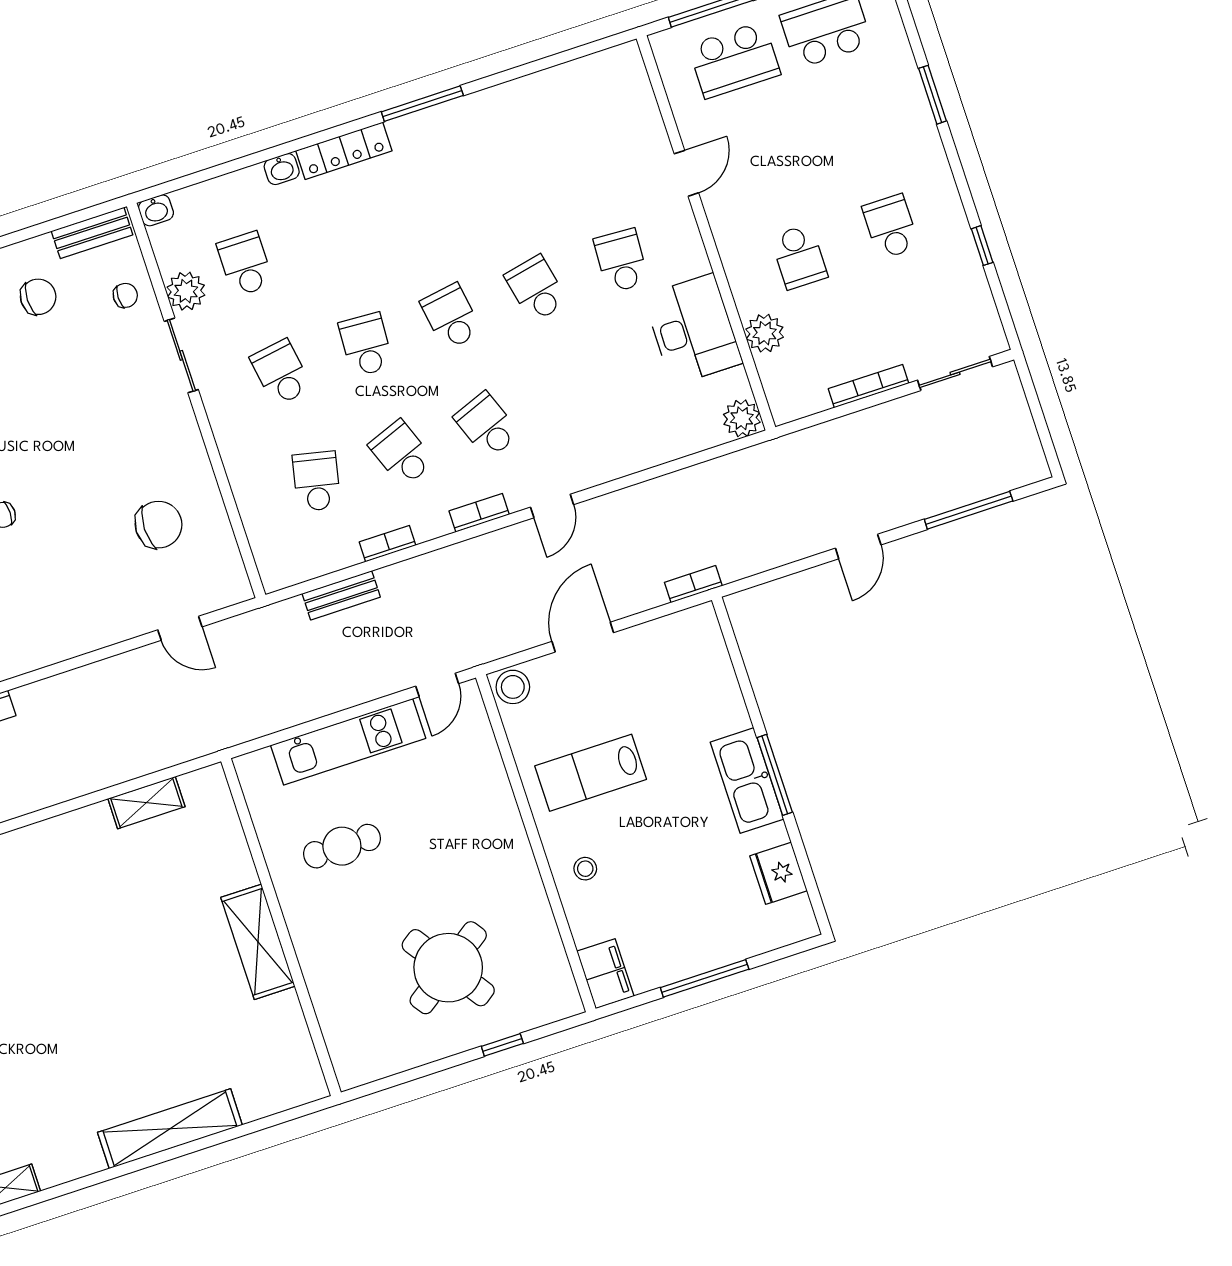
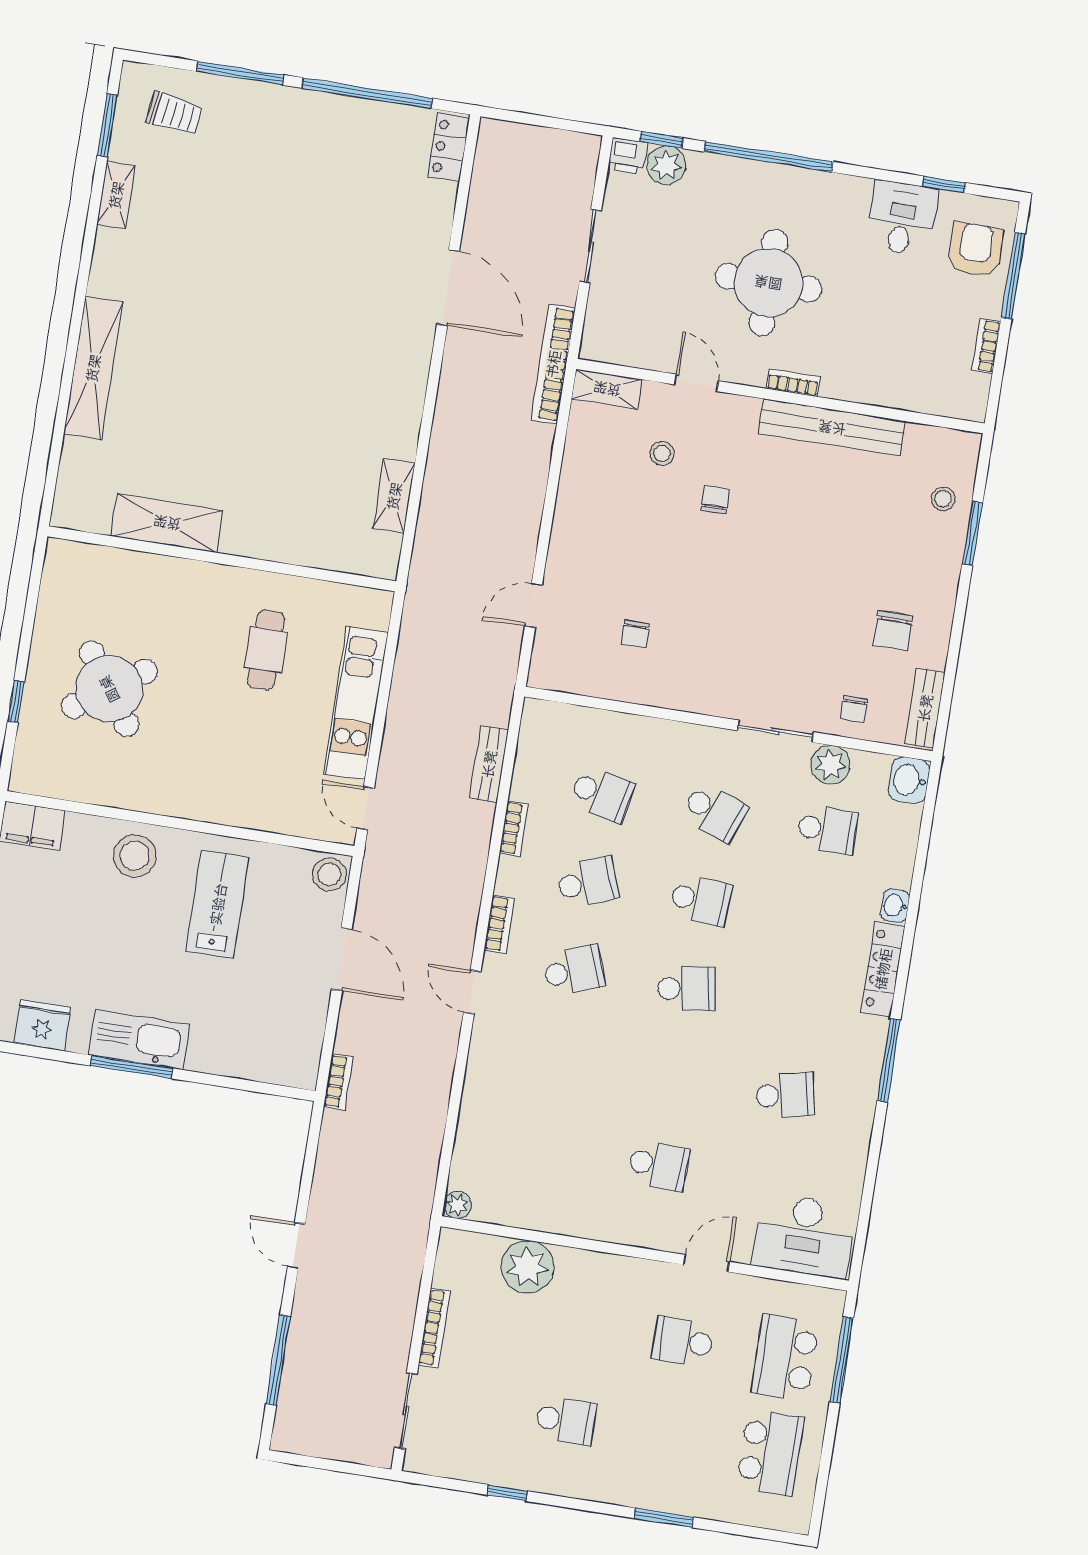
door: (686, 173) -> (706, 1263), swing flipped
washbasin: (156, 210) -> (909, 780), width x1.38, depth x1.45
school desk: (799, 257) -> (683, 1341), moved
school desk: (536, 289) -> (785, 1095), moved
desk: (693, 329) -> (804, 1236), moved
plant: (765, 333) -> (528, 1267), width x1.36, depth x1.36
school desk: (281, 373) -> (714, 812), turned 30
plant: (742, 418) -> (457, 1205), width x0.73, depth x0.73
chair: (159, 525) -> (635, 634), width x0.54, depth x0.54
stool: (585, 869) -> (135, 856), width x1.89, depth x1.89
shelving: (258, 942) -> (167, 523), moved

